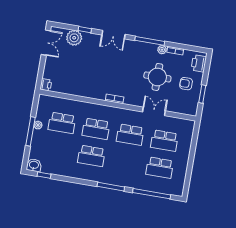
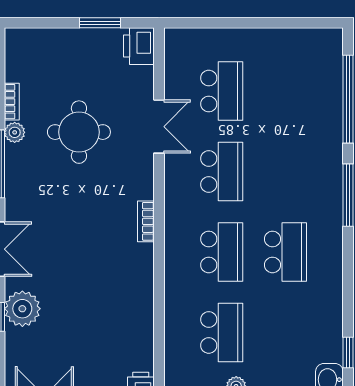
plant: (74, 38) -> (22, 309), moved
printer: (199, 63) -> (139, 46), moved, turned 90
armchair: (186, 84) -> (83, 64), removed
double door: (154, 111) -> (159, 127), swing flipped
school desk: (160, 168) -> (285, 91), removed

